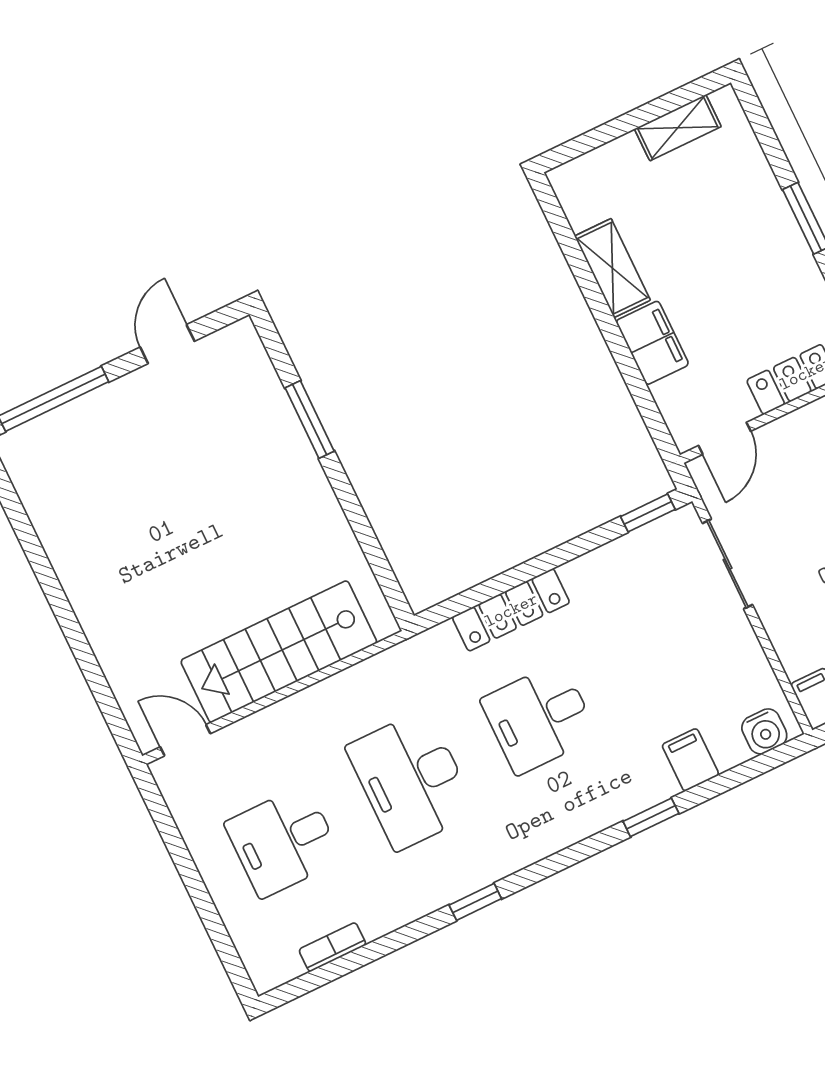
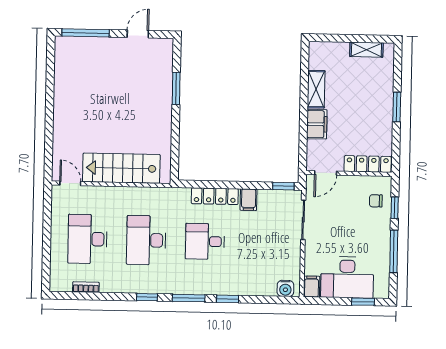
filing cabinet: (690, 760) -> (249, 200), moved, turned 180
desk: (283, 841) -> (88, 239), width x1.37
window: (566, 858) -> (189, 298), added

